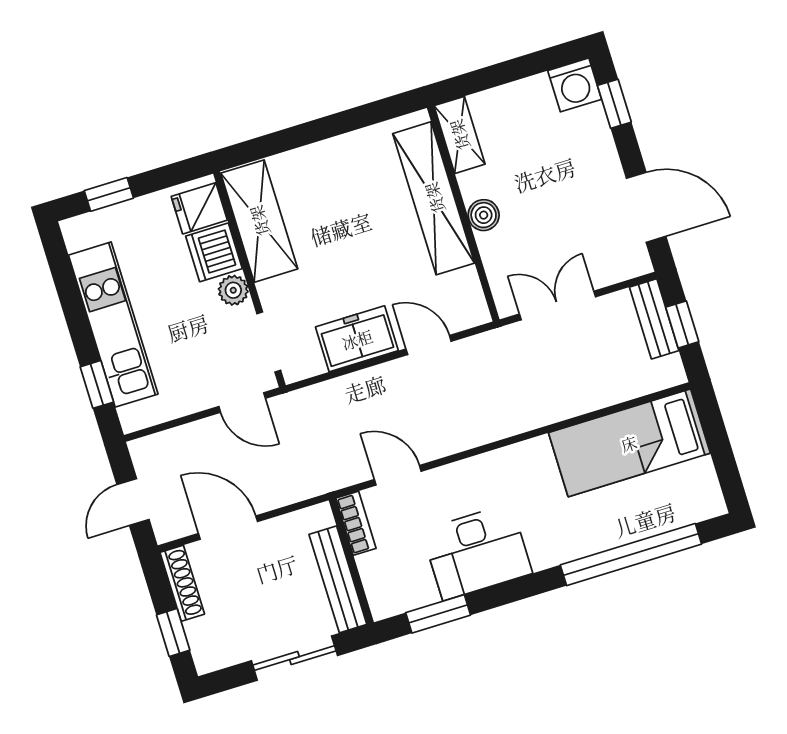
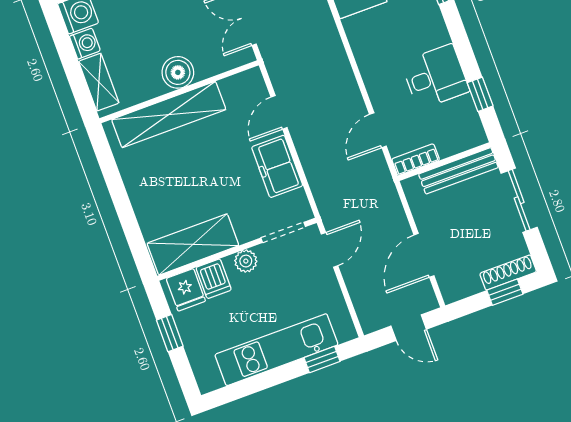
washing machine: (534, 92) -> (85, 44), added
shelving: (459, 135) -> (99, 82), moved, turned 90
window: (109, 194) -> (170, 333), moved
boiler: (484, 215) -> (178, 72), width x1.36, depth x1.36
dishwasher: (214, 252) -> (214, 279), width x0.73
desk: (477, 552) -> (435, 77), width x0.73
shoe rack: (182, 583) -> (508, 273), moved
window: (438, 614) -> (480, 94), width x0.67

